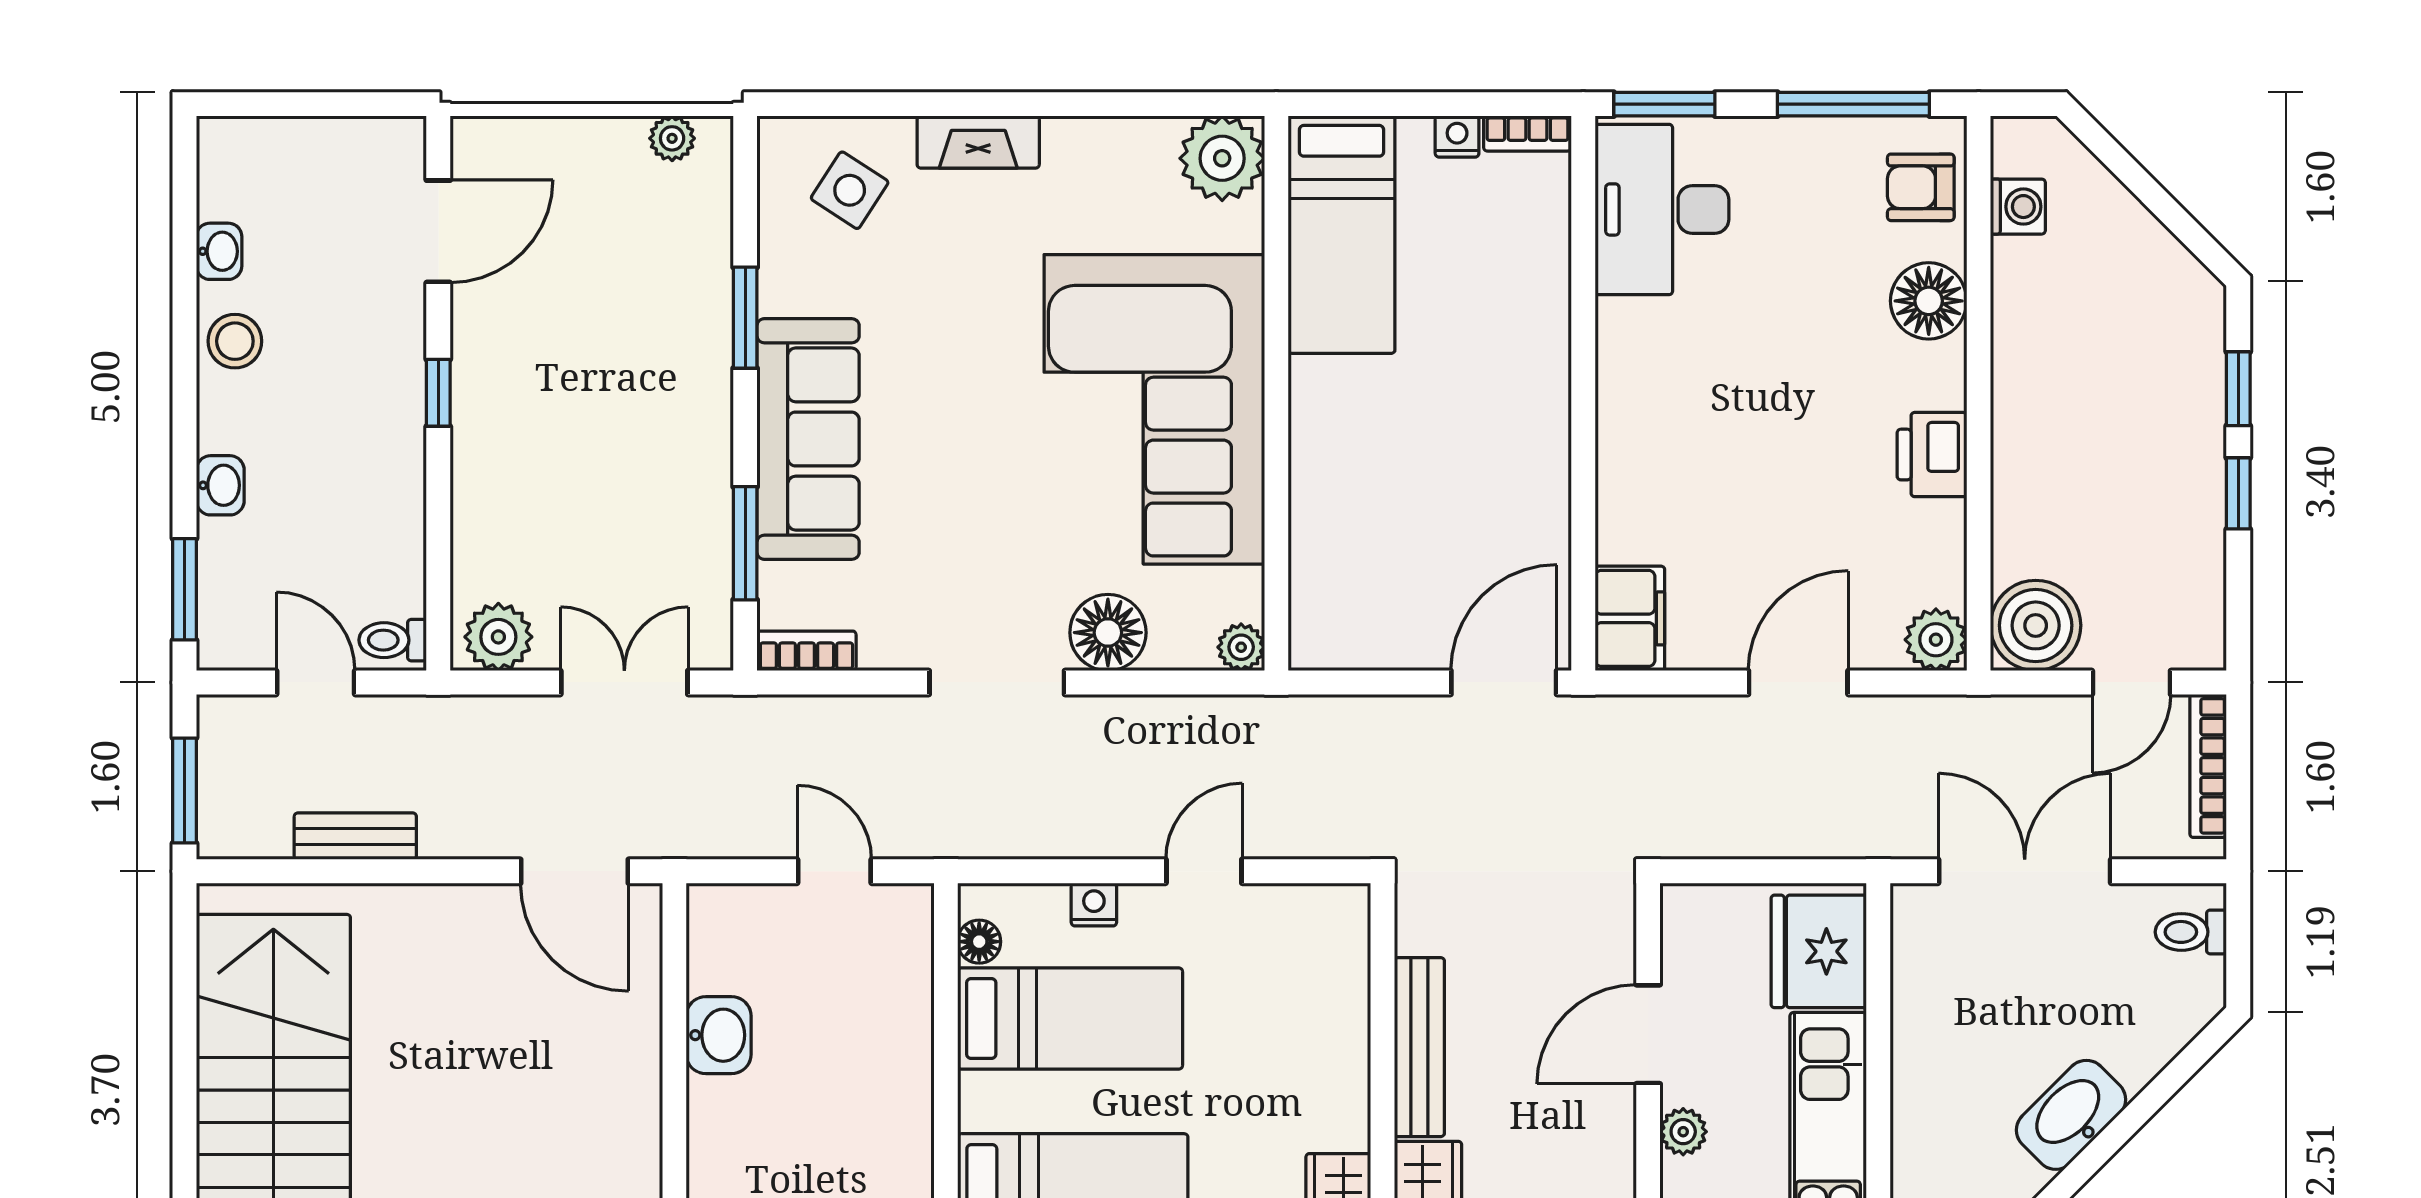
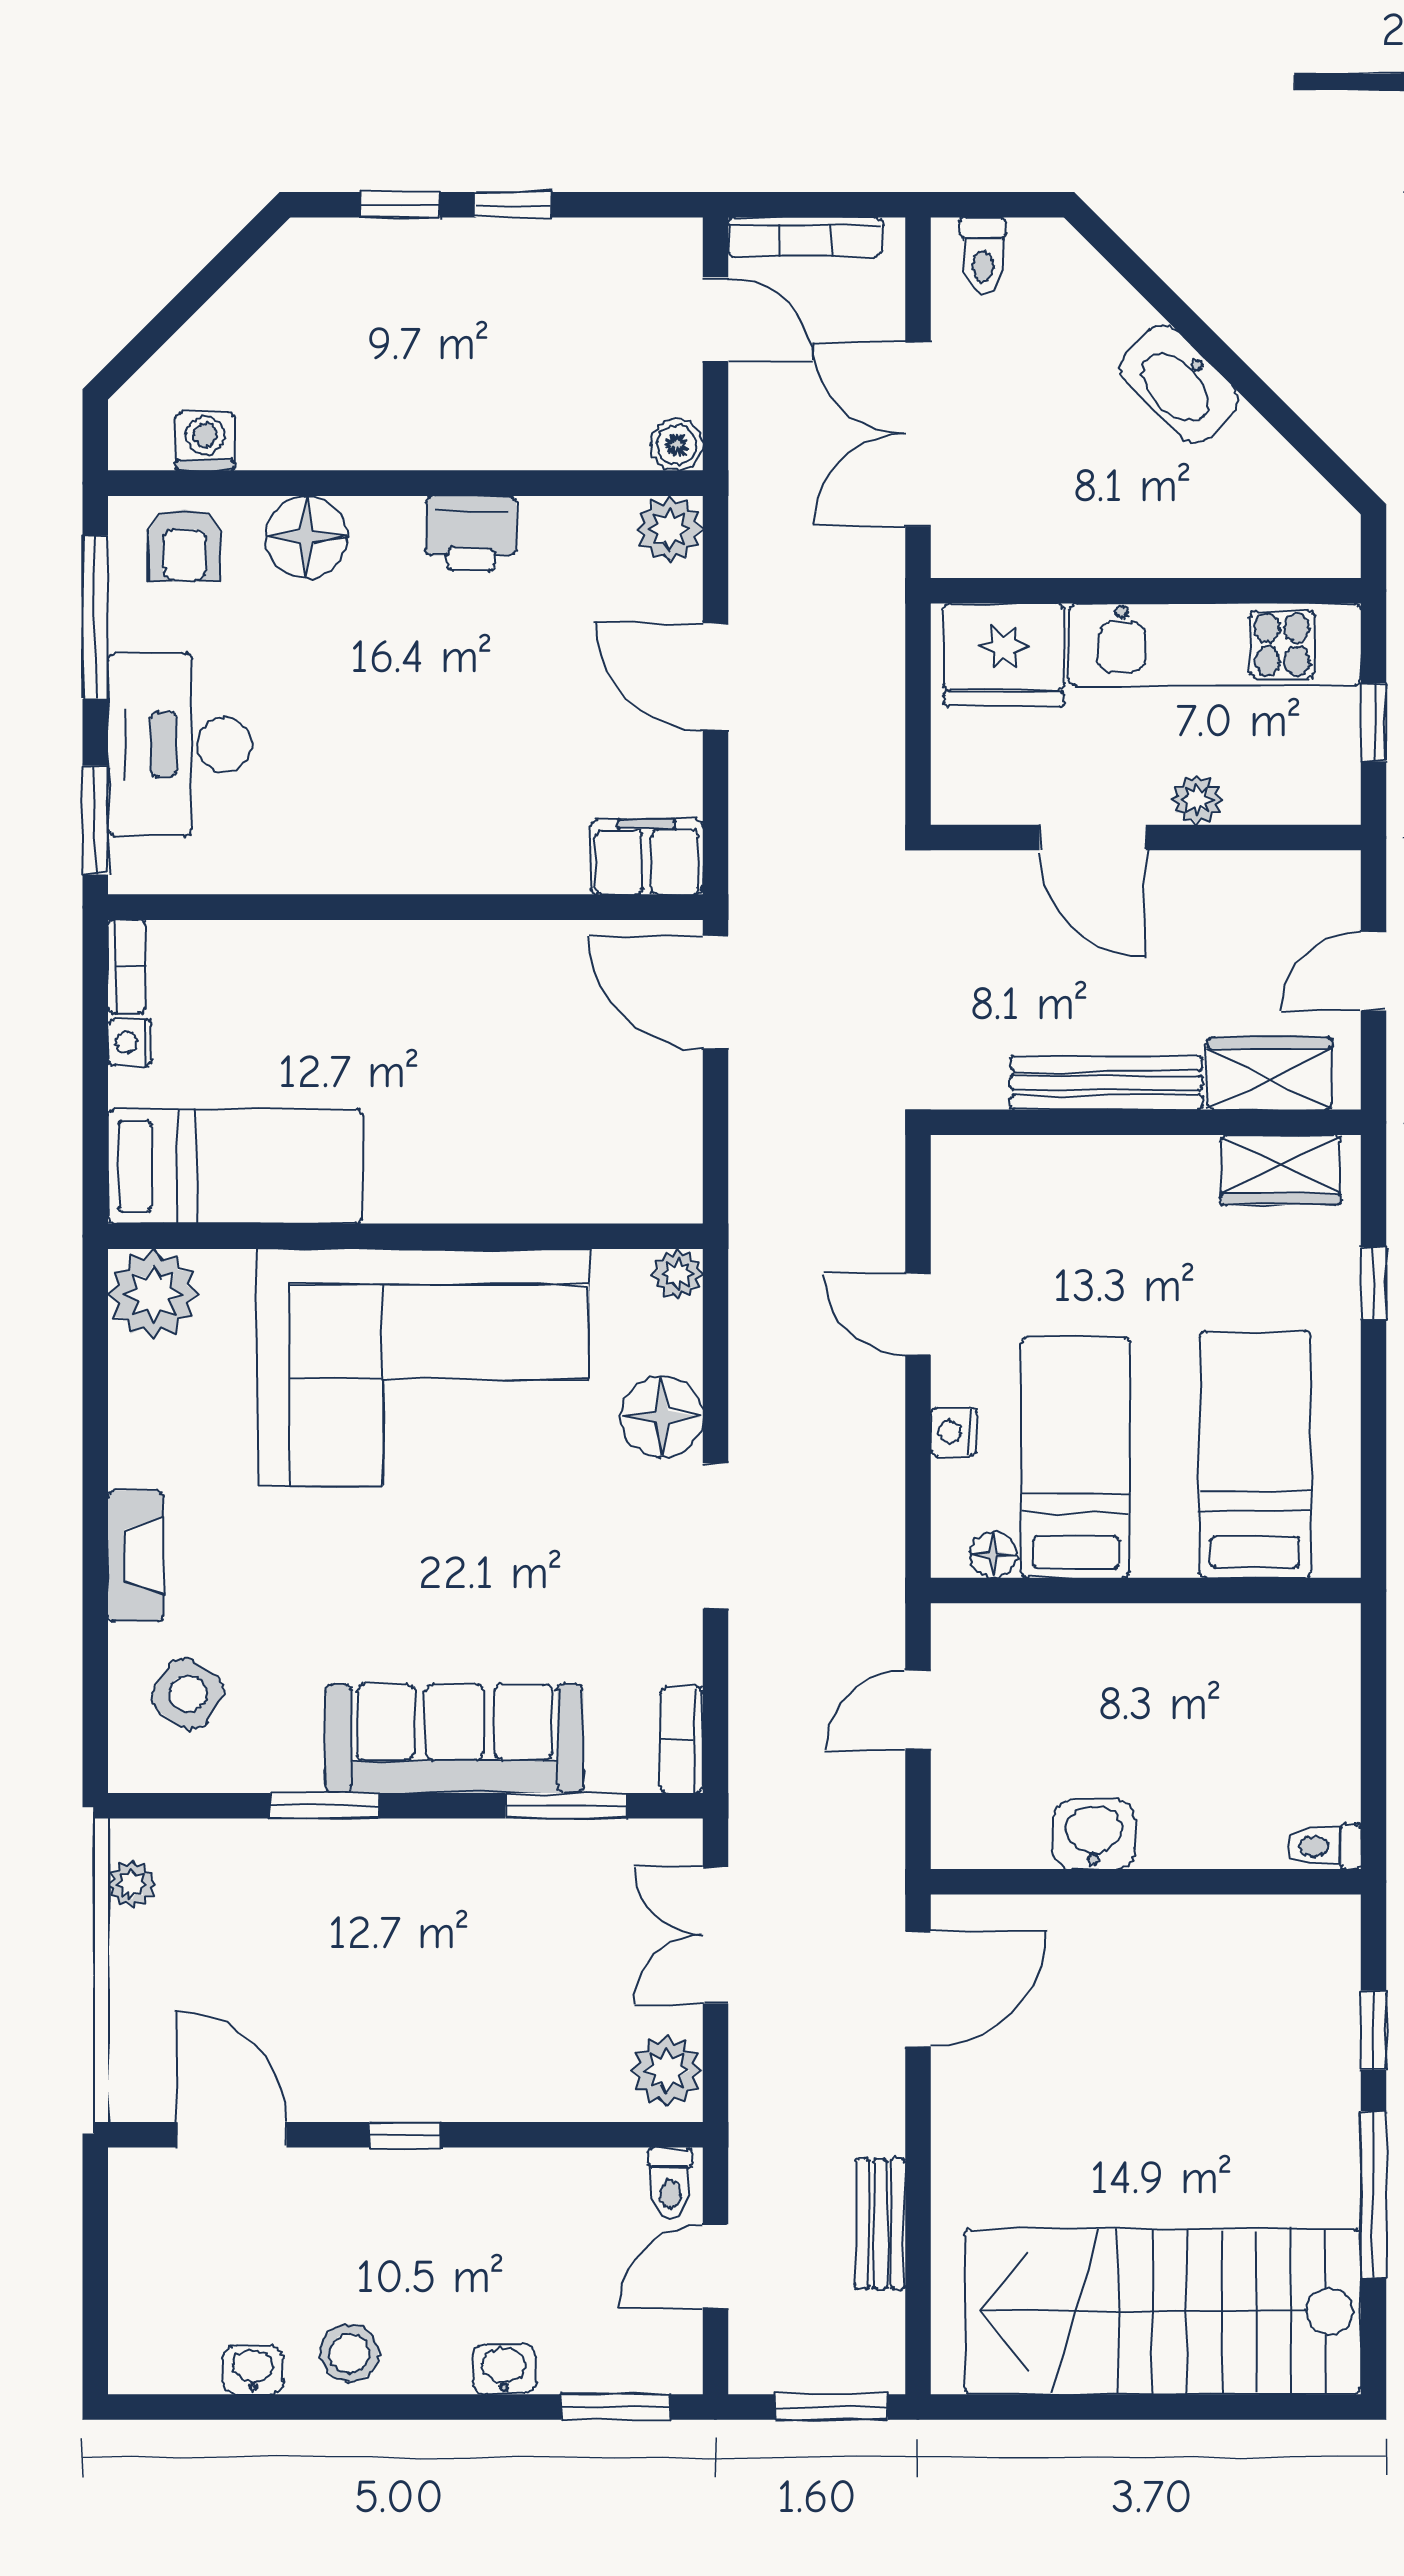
desk: (1662, 209) -> (180, 744), moved, turned 90
boiler: (2036, 625) -> (677, 444), width x0.54, depth x0.54

